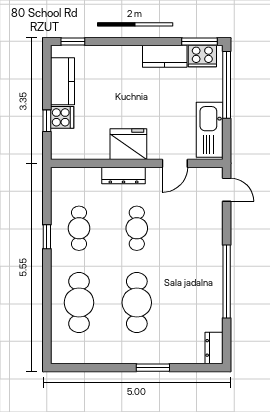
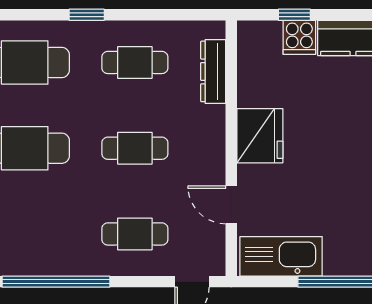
dresser: (124, 175) -> (213, 71), moved
cafe table: (195, 228) -> (135, 234), added
window: (47, 237) -> (87, 15), moved

